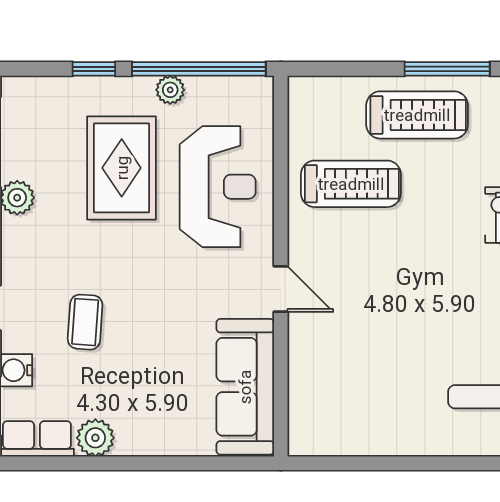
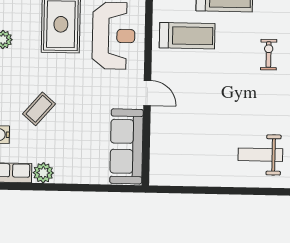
coffee table: (85, 322) -> (39, 109), turned 37

